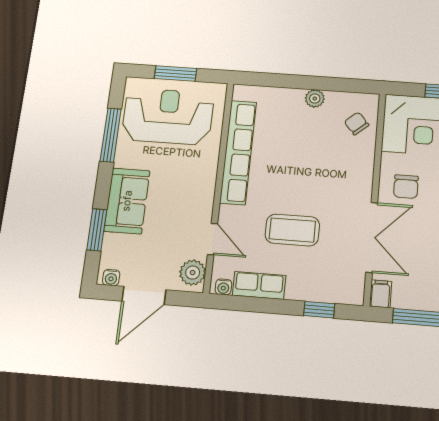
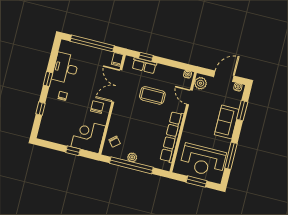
window: (314, 83) -> (131, 165), added
row of seats: (259, 285) -> (144, 66), moved

